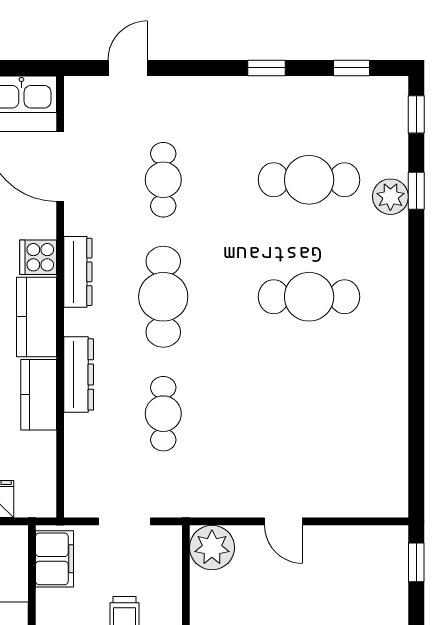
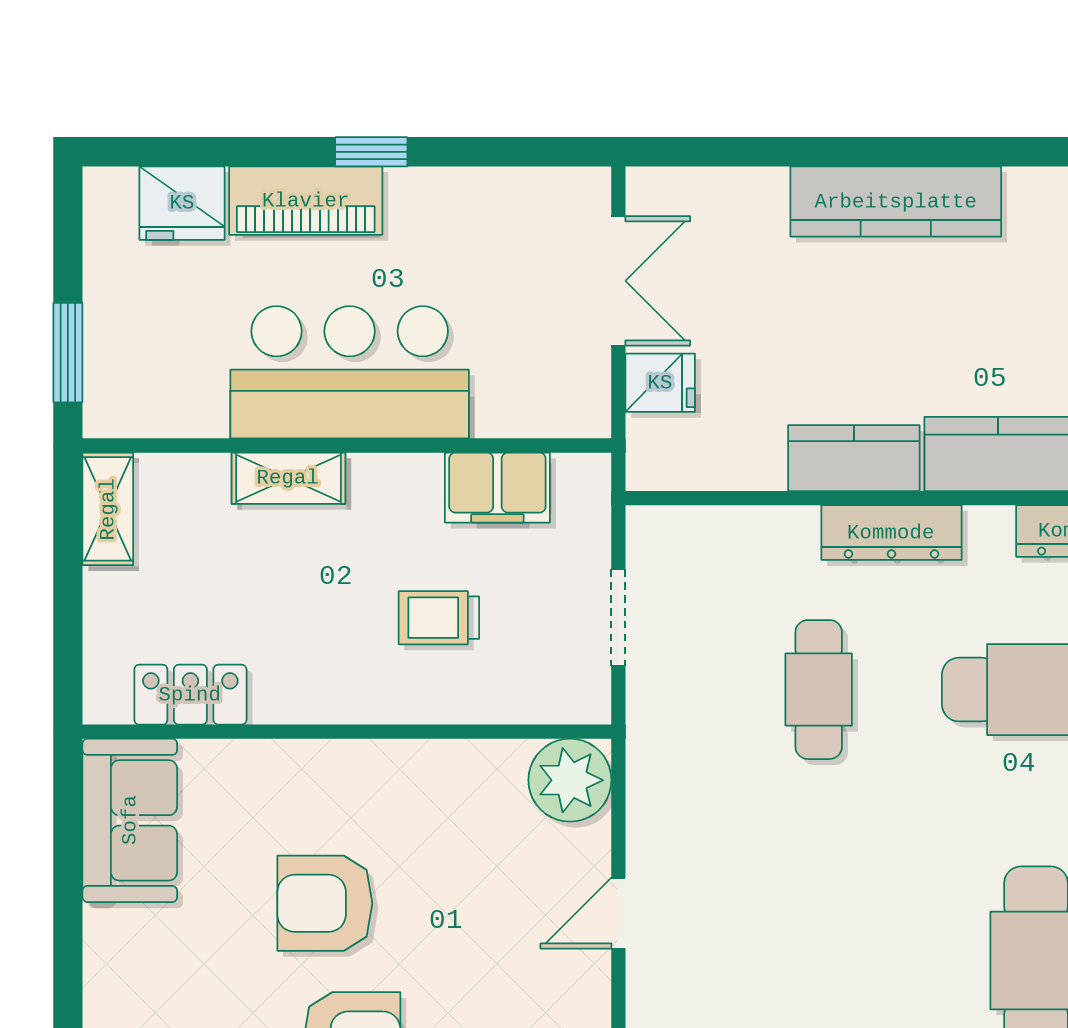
cafe table: (163, 414) -> (819, 690), turned 90
filing cabinet: (54, 559) -> (497, 488), moved

